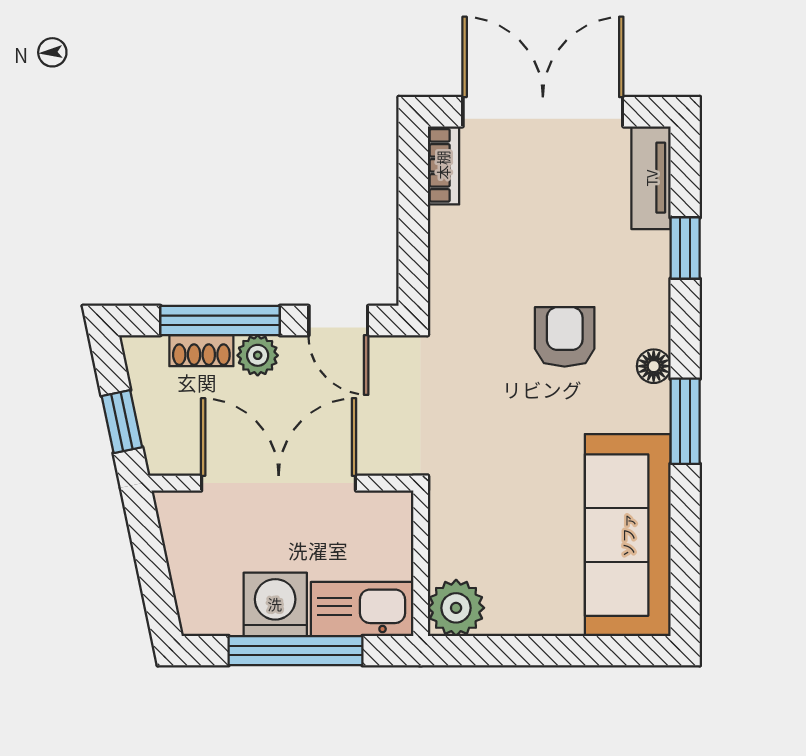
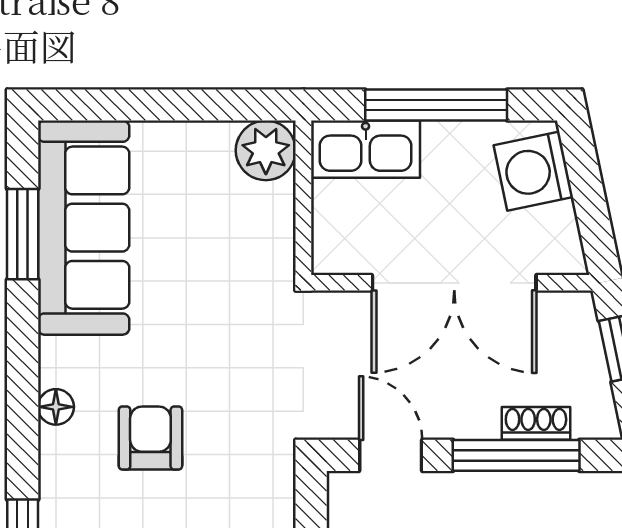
armchair: (565, 337) -> (150, 438), turned 180
plant: (258, 355) -> (476, 418), removed
window: (685, 421) -> (23, 234), moved
washing machine: (275, 604) -> (533, 171), moved, turned 78

